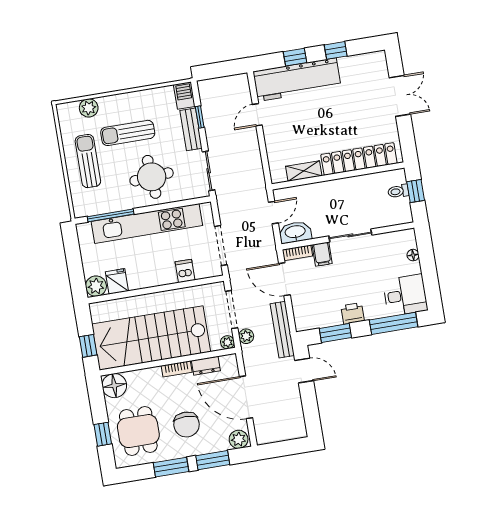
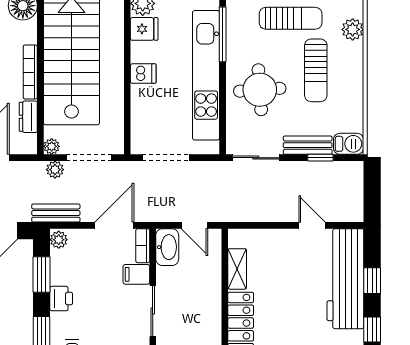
sun lounger: (128, 133) -> (316, 70), turned 180
dishwasher: (185, 271) -> (143, 74), moved
plant: (304, 324) -> (59, 240), added
bench: (282, 330) -> (56, 213), width x0.73
bookcase: (177, 369) -> (30, 72), width x1.56

